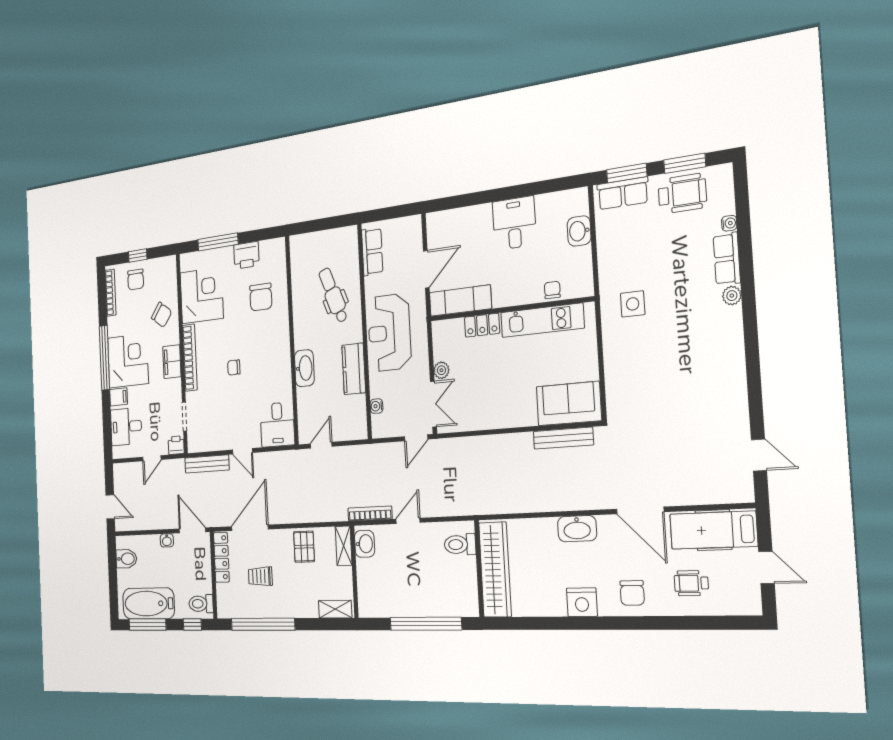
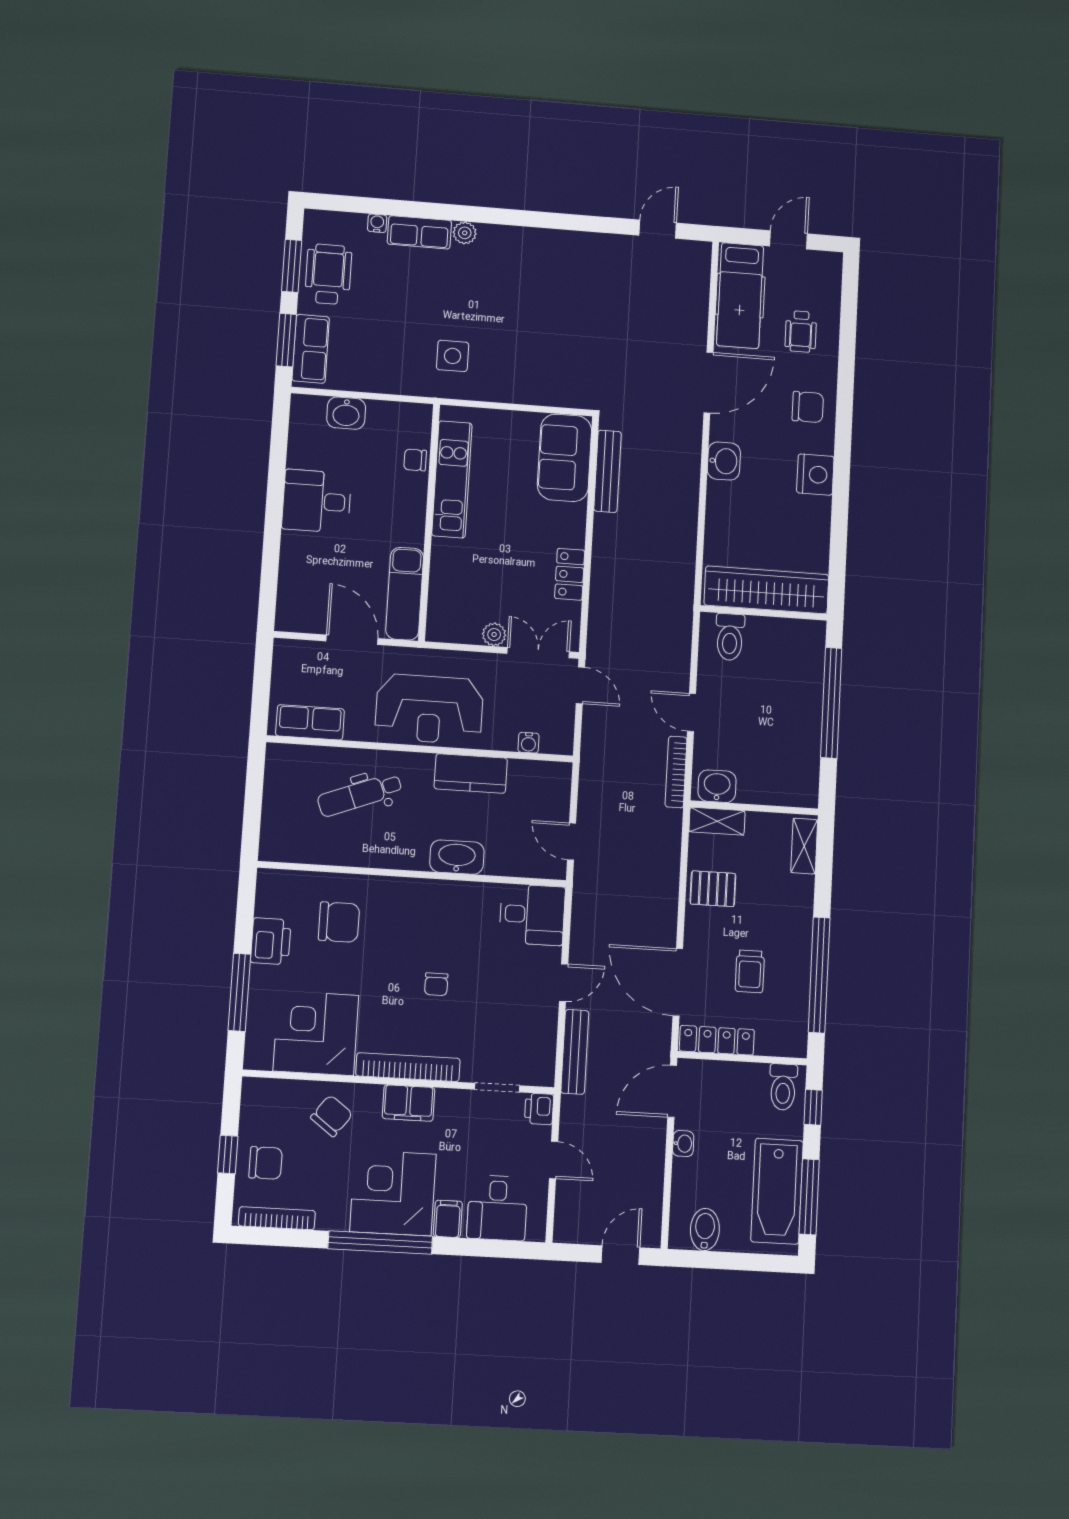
locker: (482, 325) -> (570, 574), moved, turned 180
washbasin: (577, 529) -> (724, 461), width x0.72

